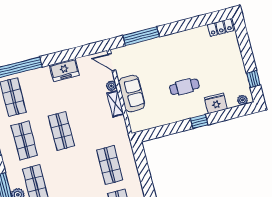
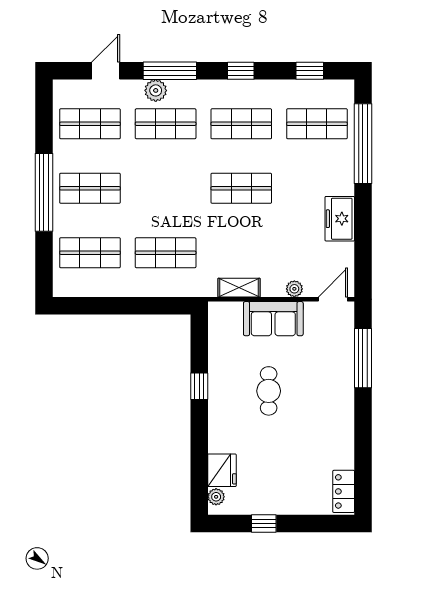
window: (253, 79) -> (264, 523), moved
cafe table: (184, 87) -> (269, 391), moved
fridge: (216, 103) -> (222, 470), moved
shelving: (115, 104) -> (239, 288), moved
window: (199, 122) -> (199, 386), moved

